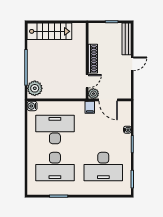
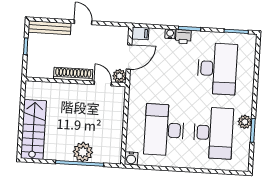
plant: (35, 88) -> (83, 152), moved
filing cabinet: (90, 107) -> (140, 33), moved
printer: (126, 140) -> (183, 37), added
plant: (65, 190) -> (245, 122), added

